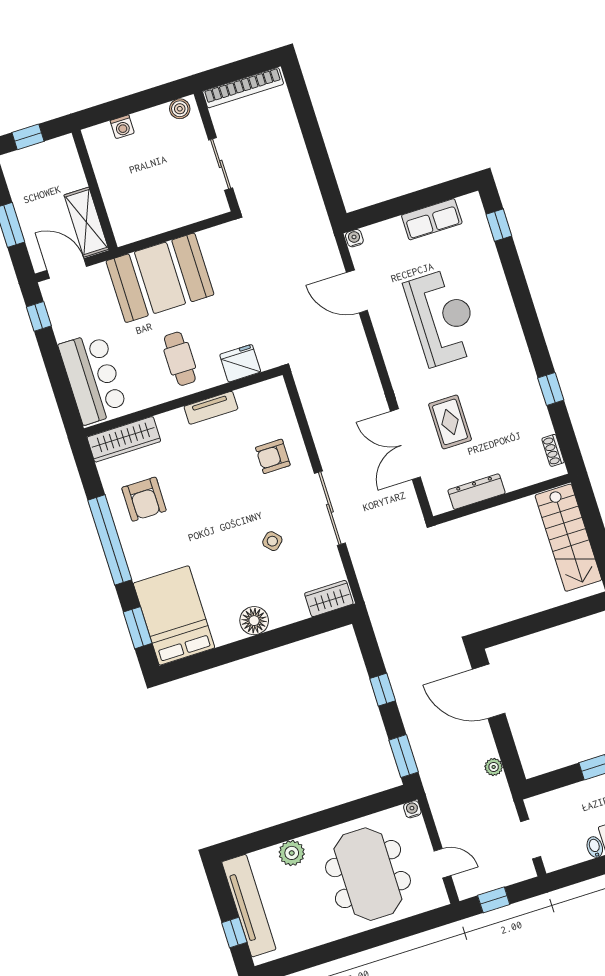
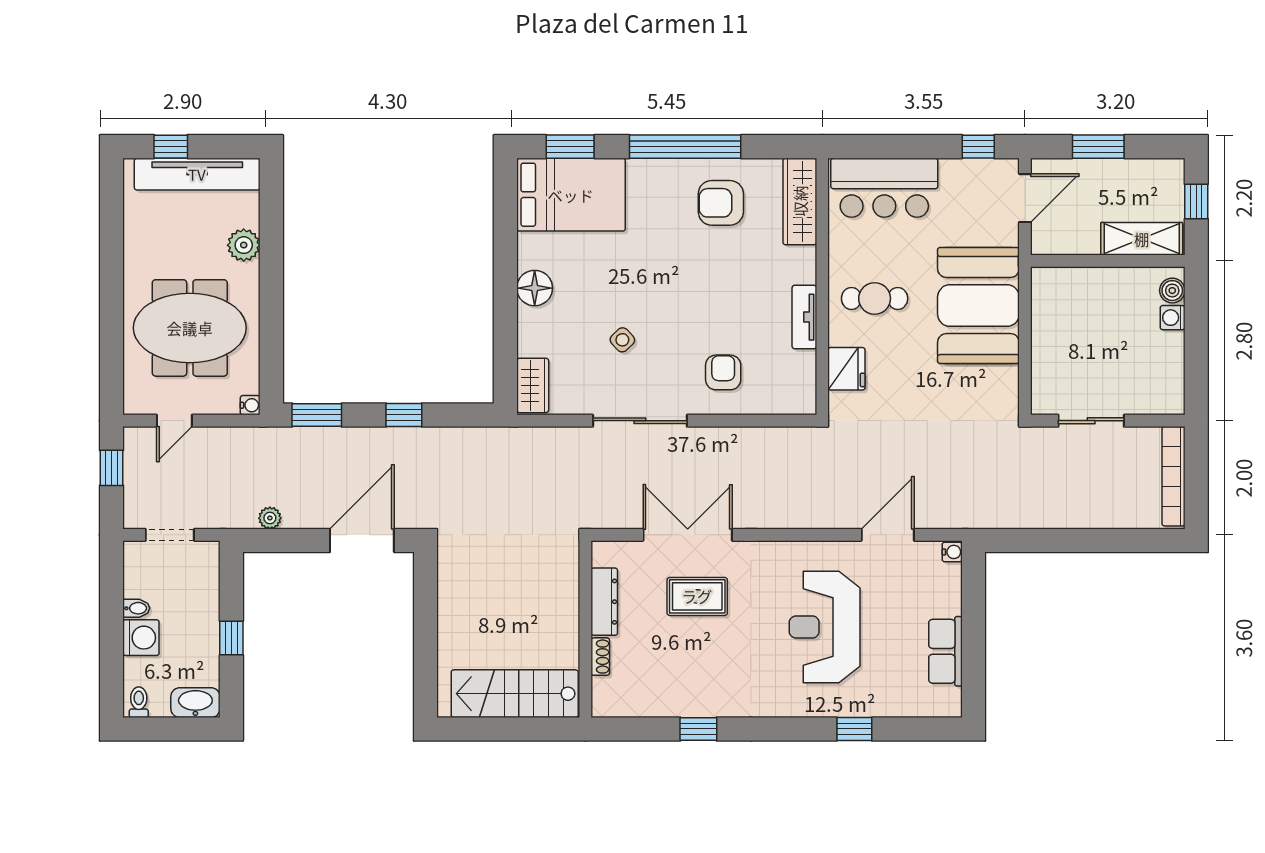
boiler: (180, 109) -> (1172, 291), moved
shelving: (86, 222) -> (1142, 239), moved
window: (499, 225) -> (854, 729), moved
reception desk: (443, 317) -> (825, 627), turned 90
shoe rack: (553, 450) -> (600, 657), moved, turned 90

